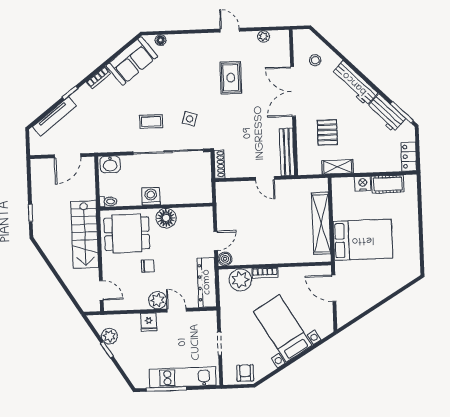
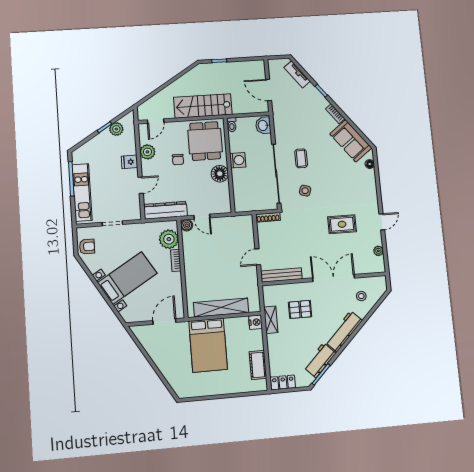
tv unit: (54, 116) -> (297, 74), width x0.71
nightstand: (363, 184) -> (255, 322), moved
plant: (158, 300) -> (147, 152), moved

